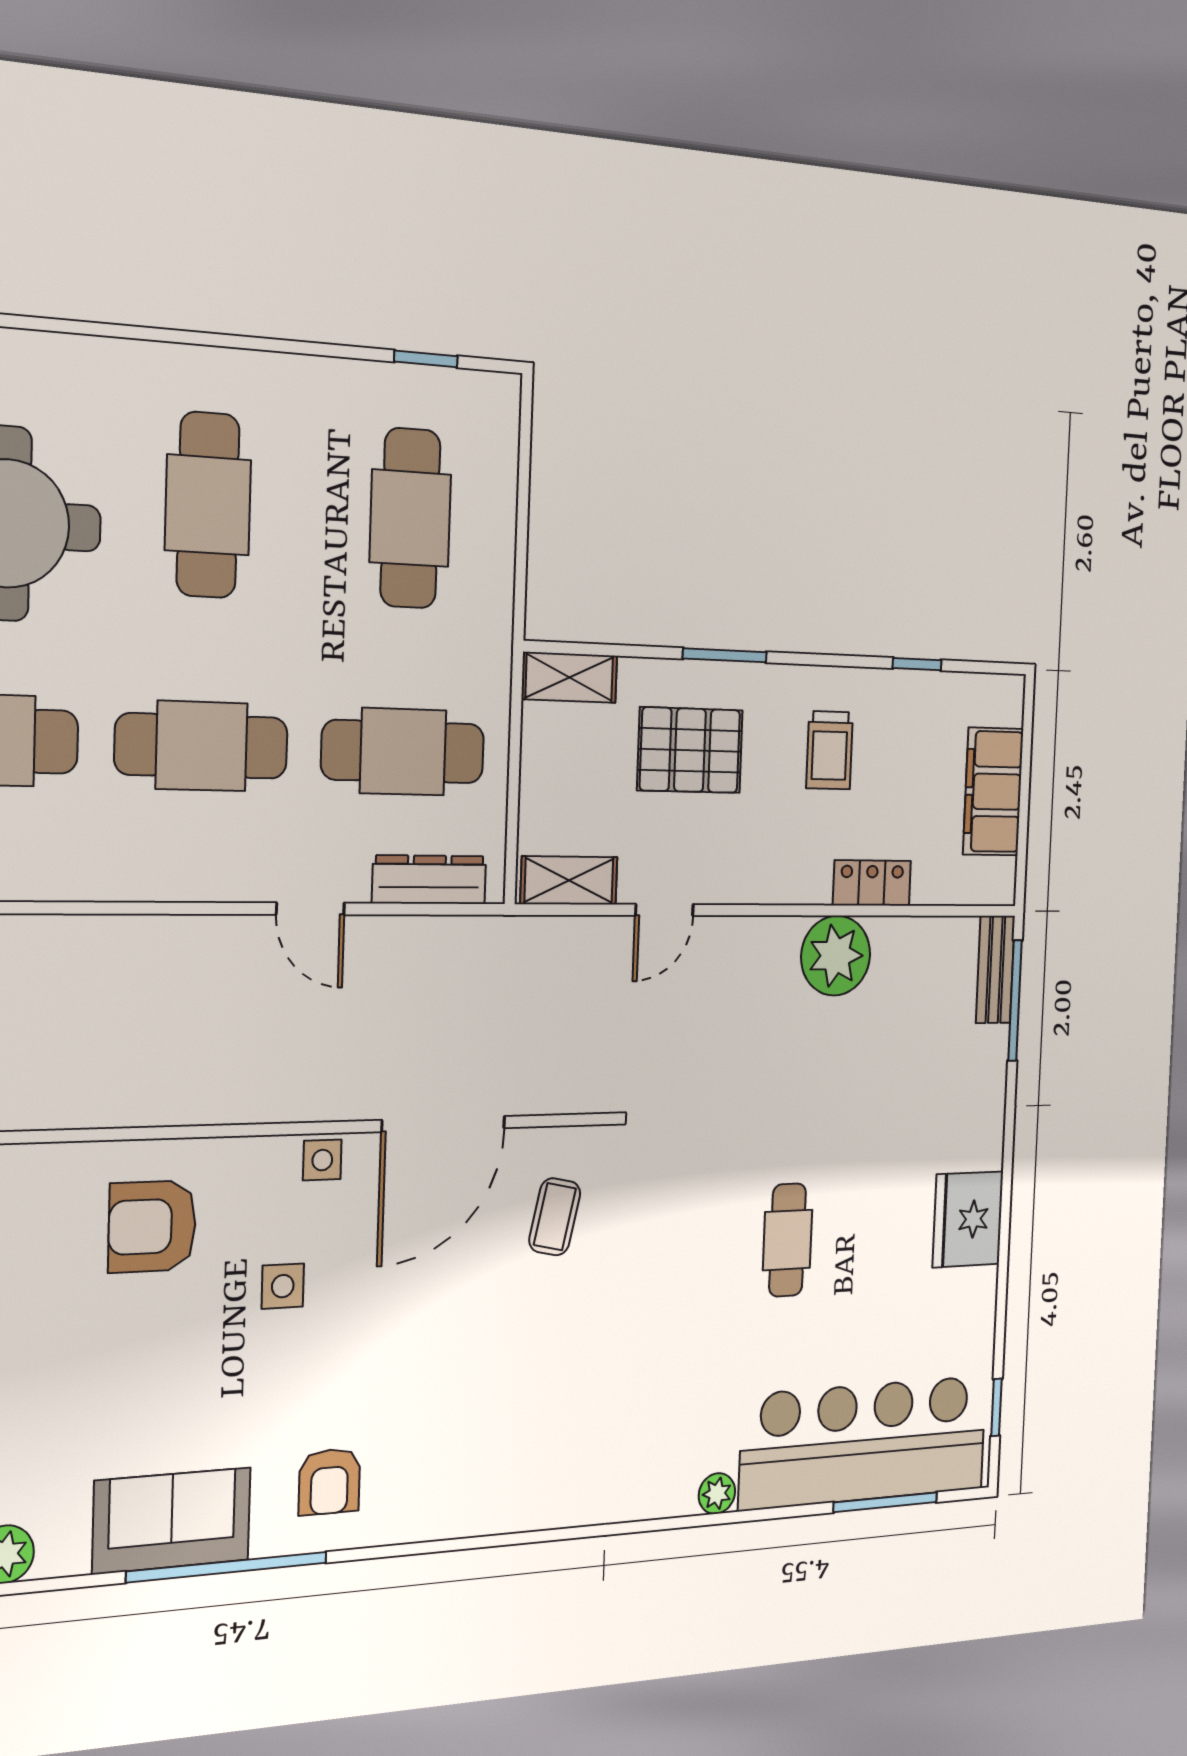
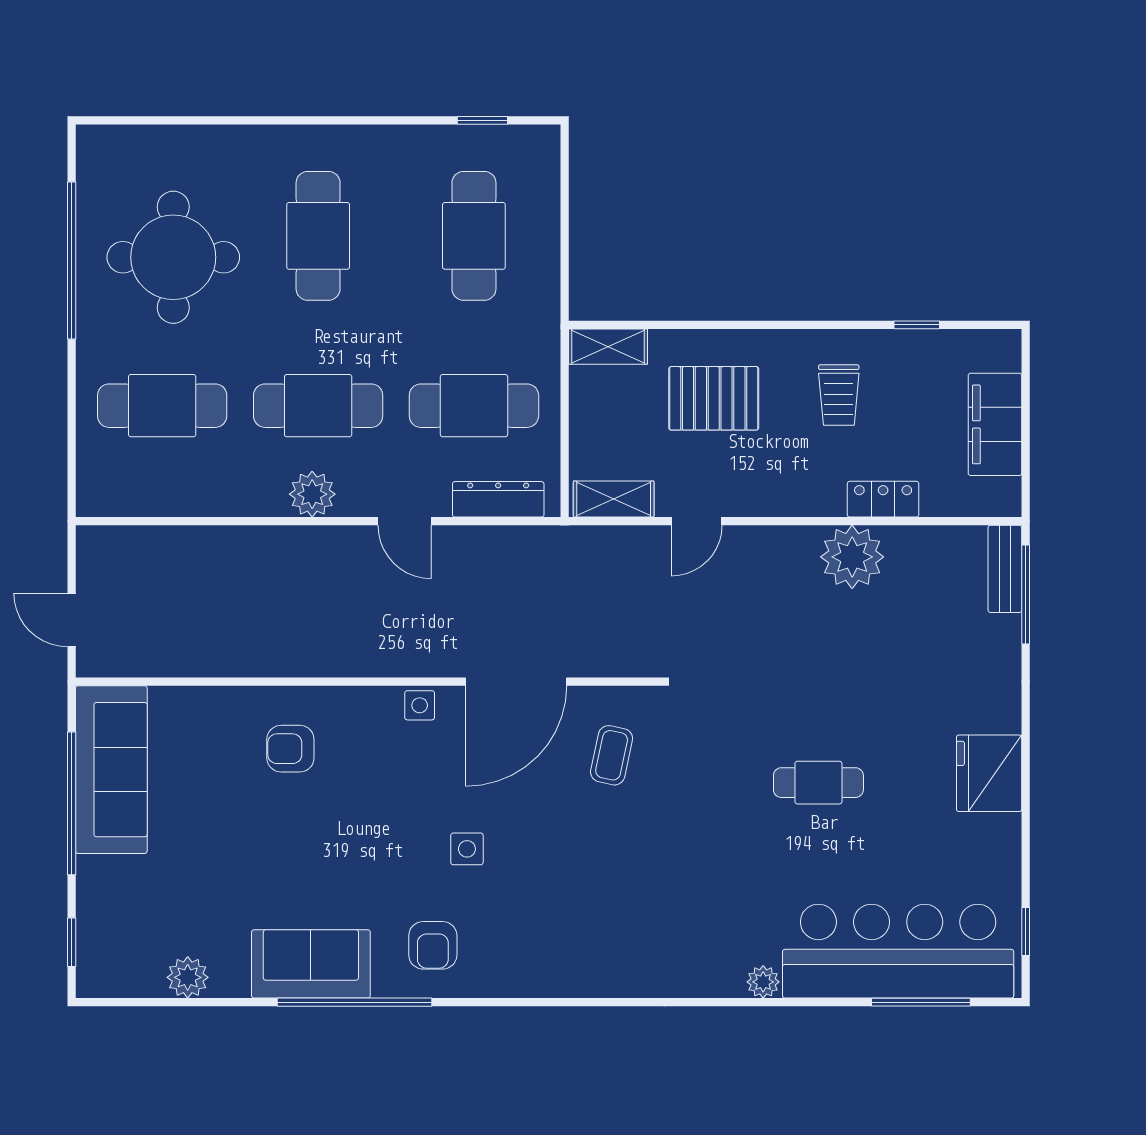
window: (725, 655) -> (741, 325), removed
plant: (191, 870) -> (312, 494), added
armchair: (152, 1226) -> (290, 749), width x0.72, depth x0.72
cafe table: (788, 1240) -> (818, 783), turned 90
side table: (283, 1286) -> (467, 849), moved

